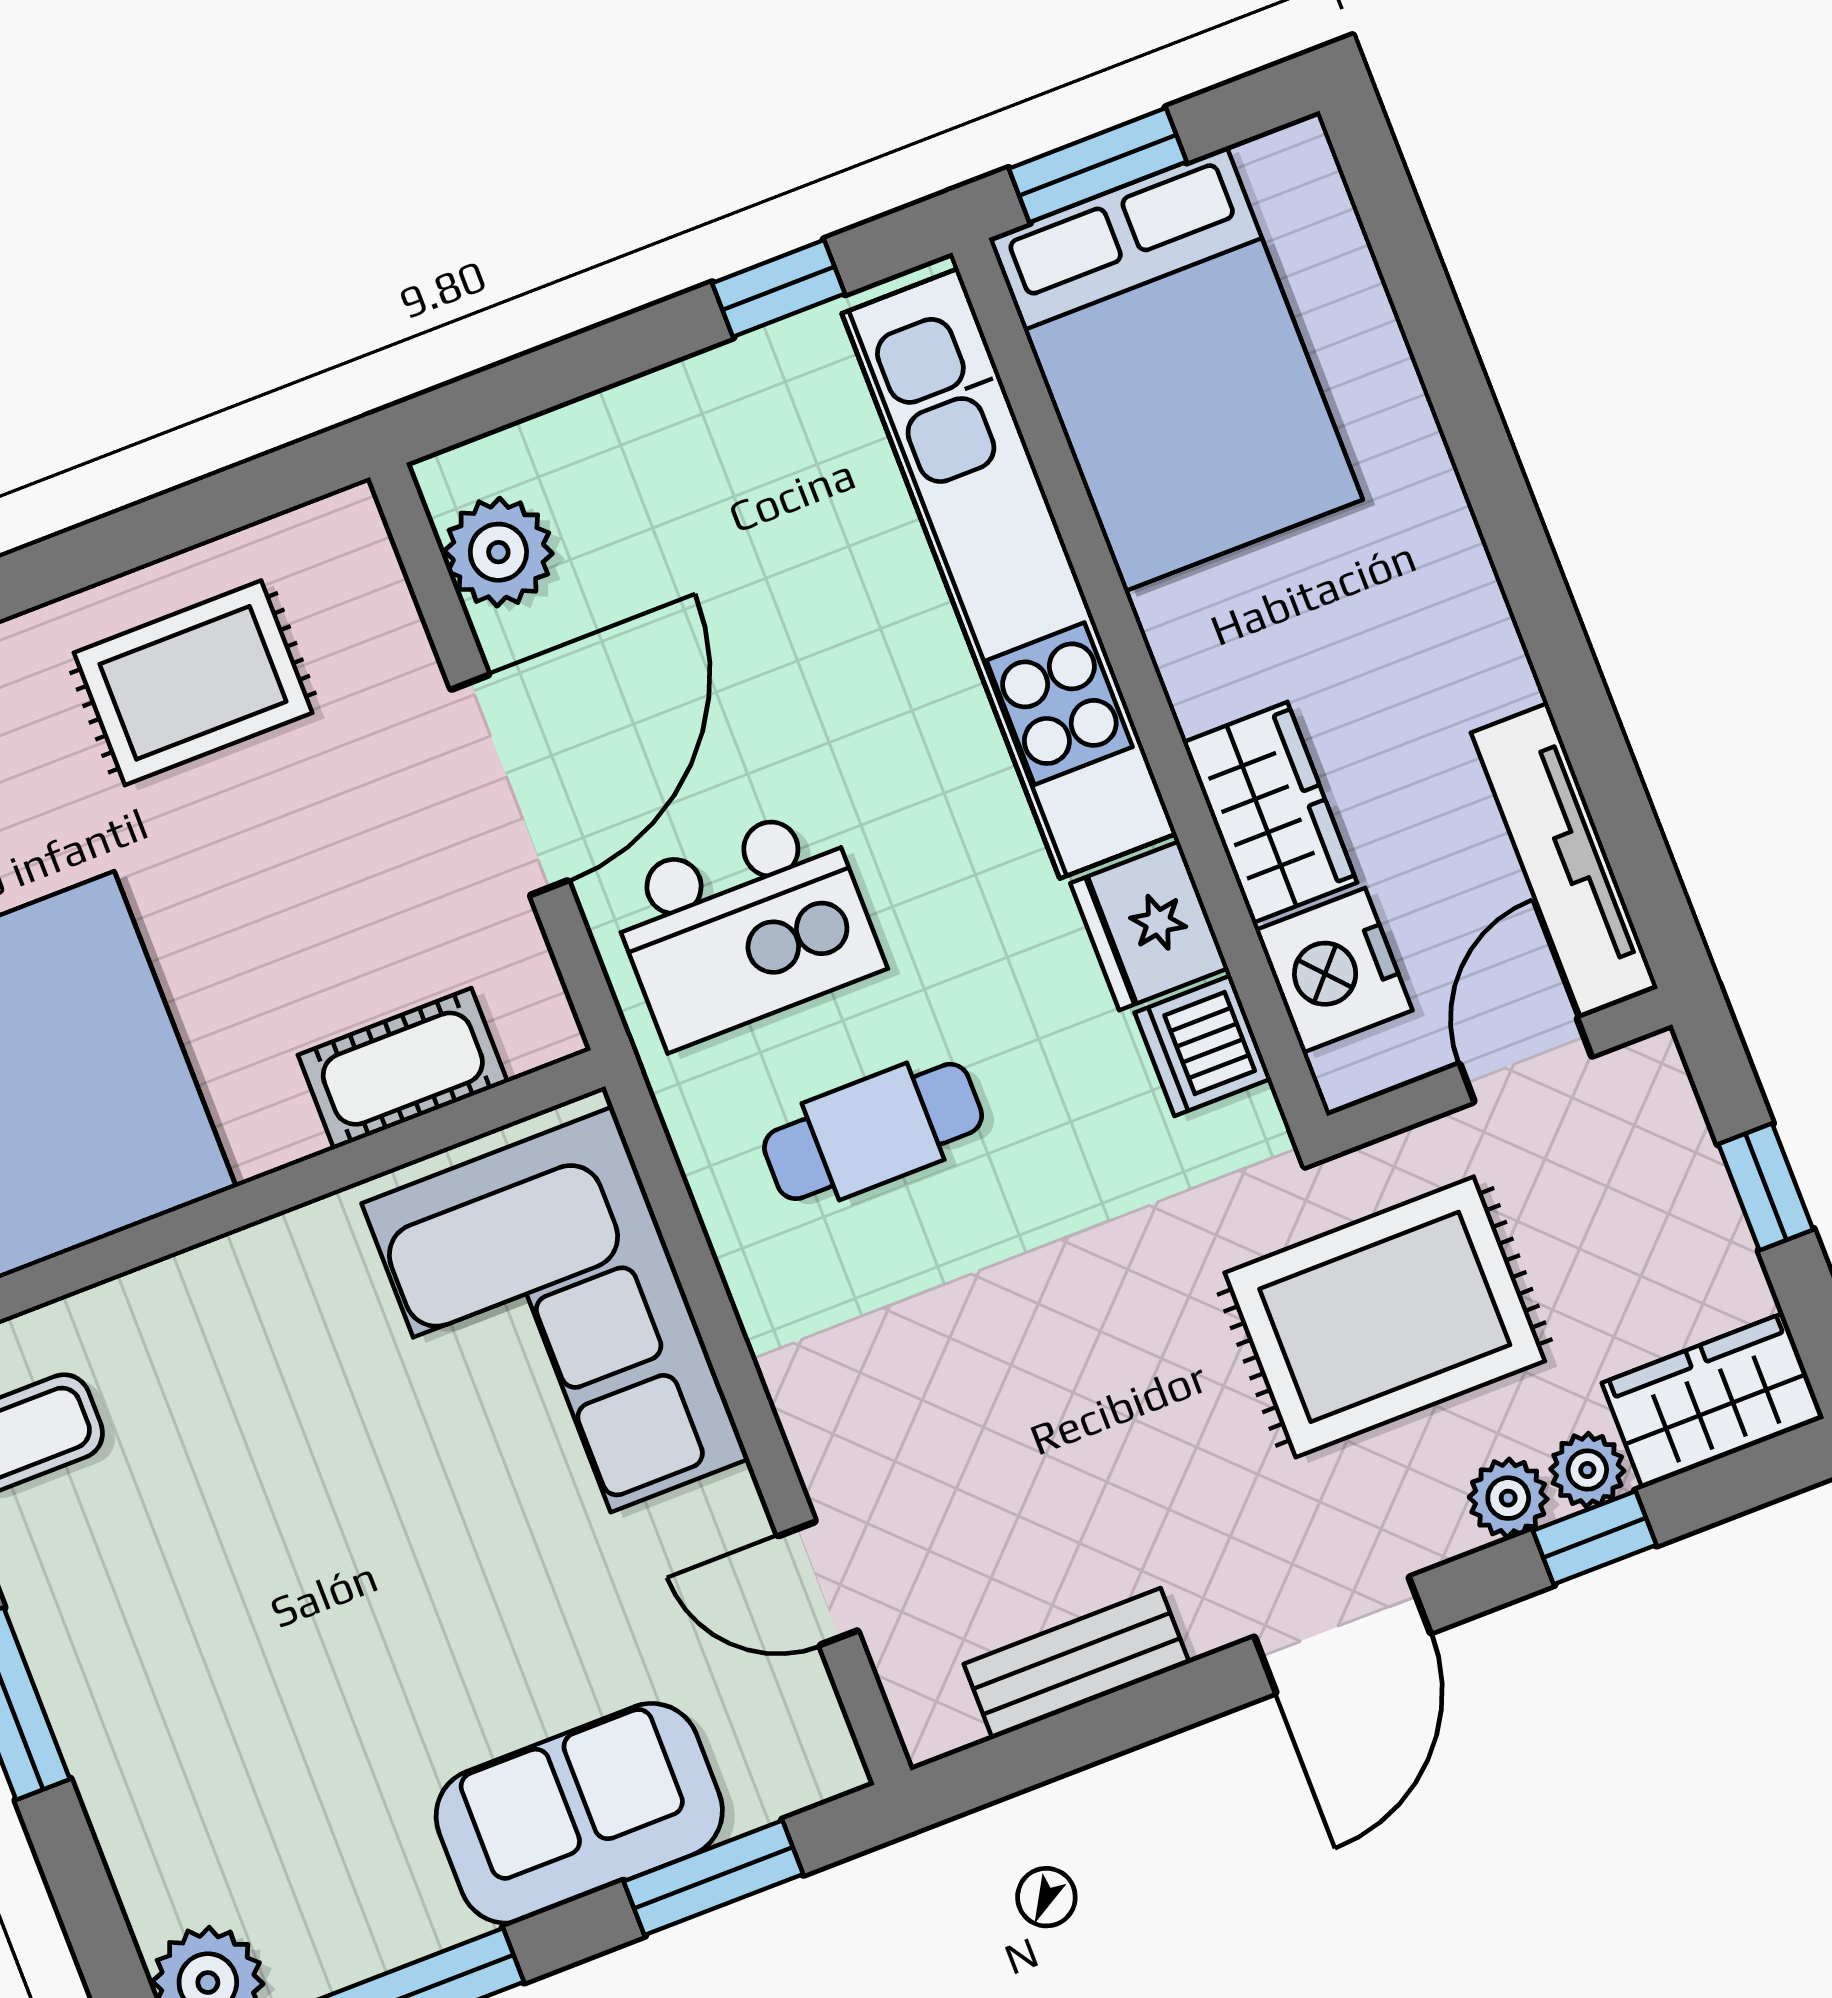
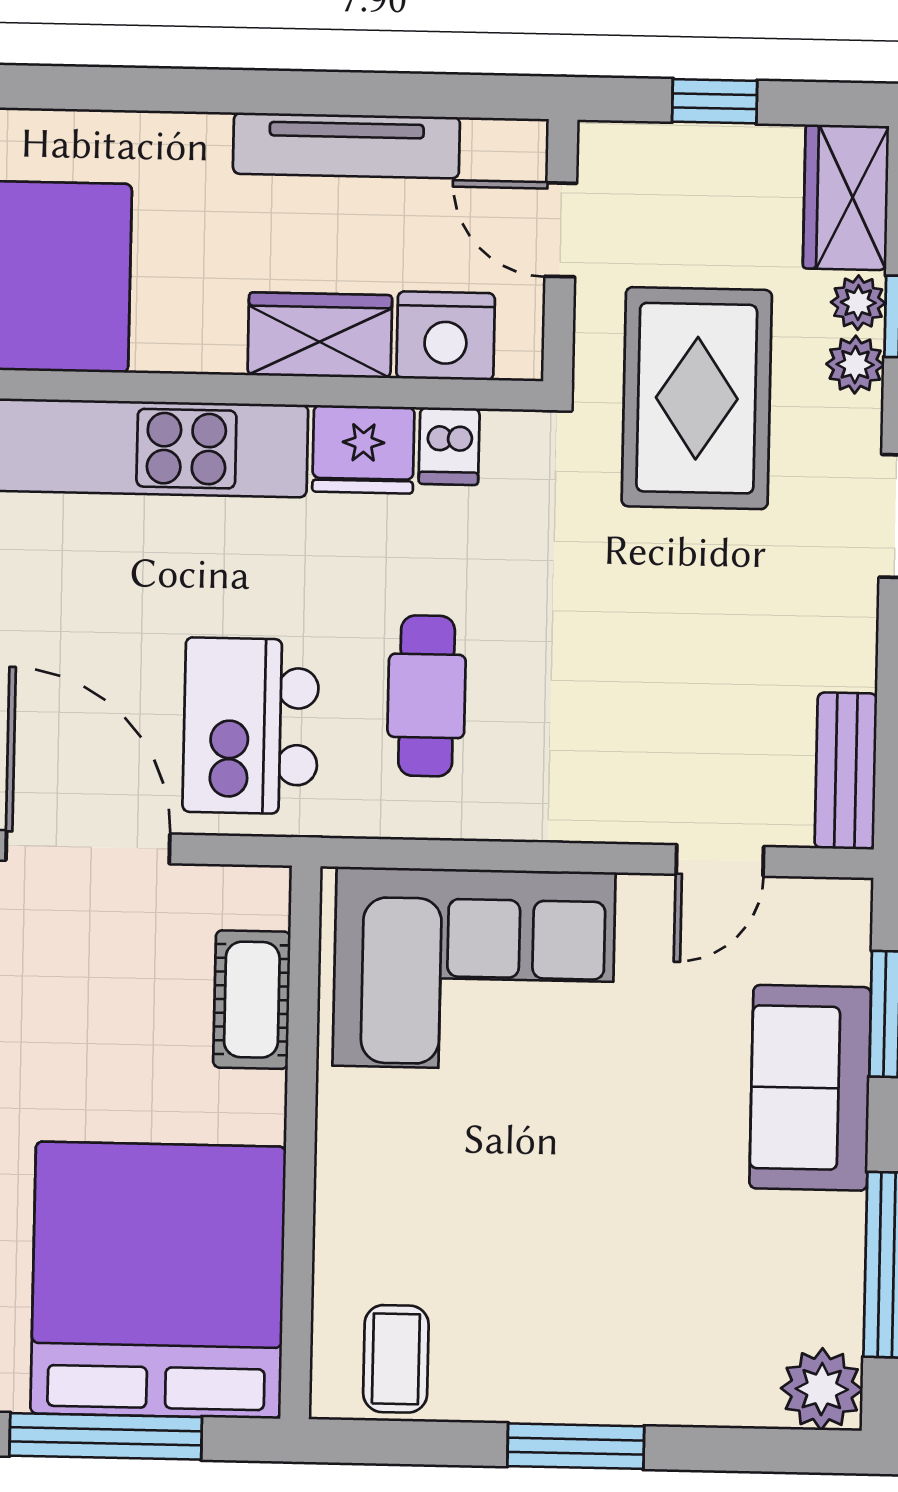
tv unit: (1565, 860) -> (346, 145), moved
kitchen island: (745, 927) -> (251, 726), turned 180
dishwasher: (1203, 1046) -> (449, 446), width x0.73
bench: (1077, 1664) -> (846, 771), moved

